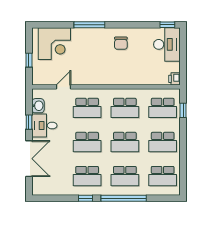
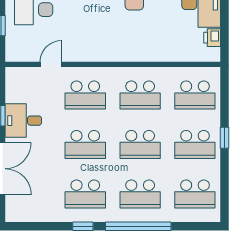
printer: (175, 79) -> (212, 38), moved
washbasin: (38, 106) -> (14, 92), removed
window: (183, 110) -> (224, 138), moved

